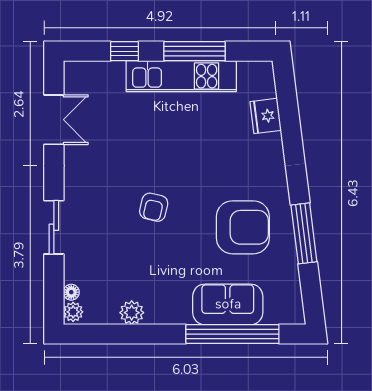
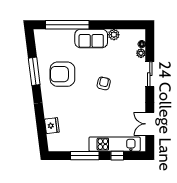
kitchen unit: (181, 76) -> (115, 144), moved
sofa: (228, 304) -> (91, 38), moved
plant: (73, 312) -> (141, 53), moved

